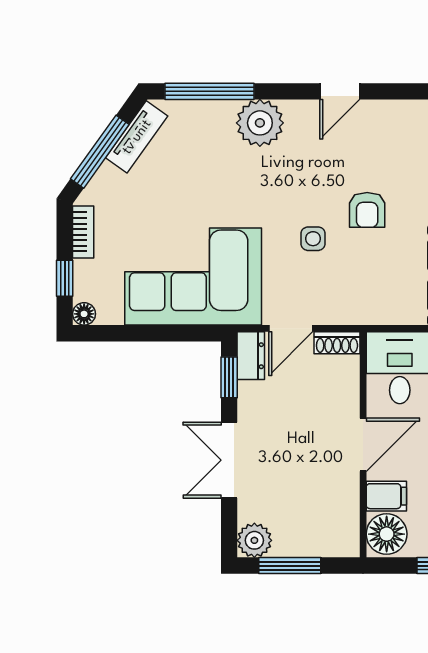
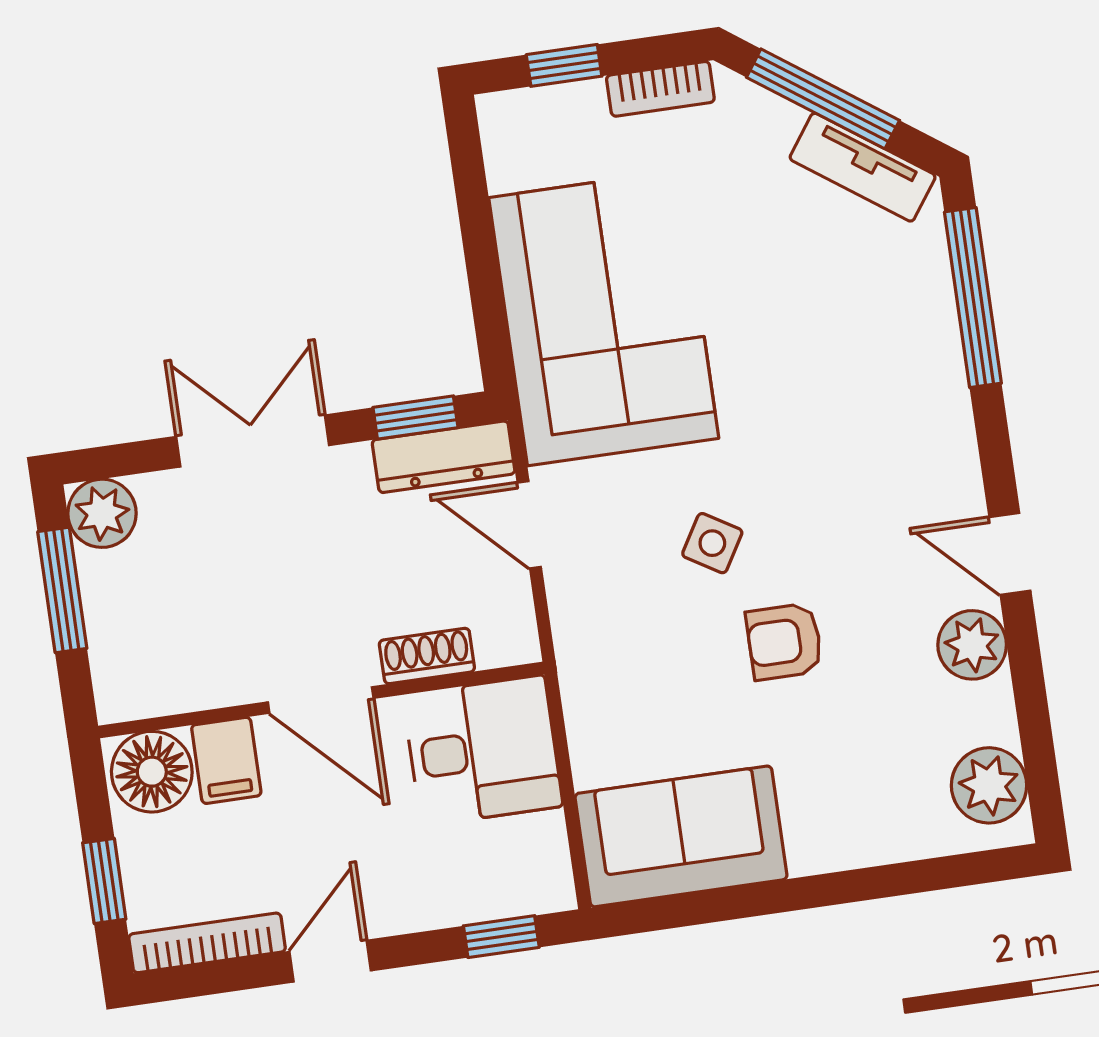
plant: (260, 123) -> (972, 645), moved, width x0.73, depth x0.73
side table: (313, 239) -> (712, 543), turned 31
floor lamp: (84, 314) -> (499, 114), removed
shoe rack: (337, 343) -> (427, 656), moved, turned 90
dresser: (251, 356) -> (444, 457), width x1.44

